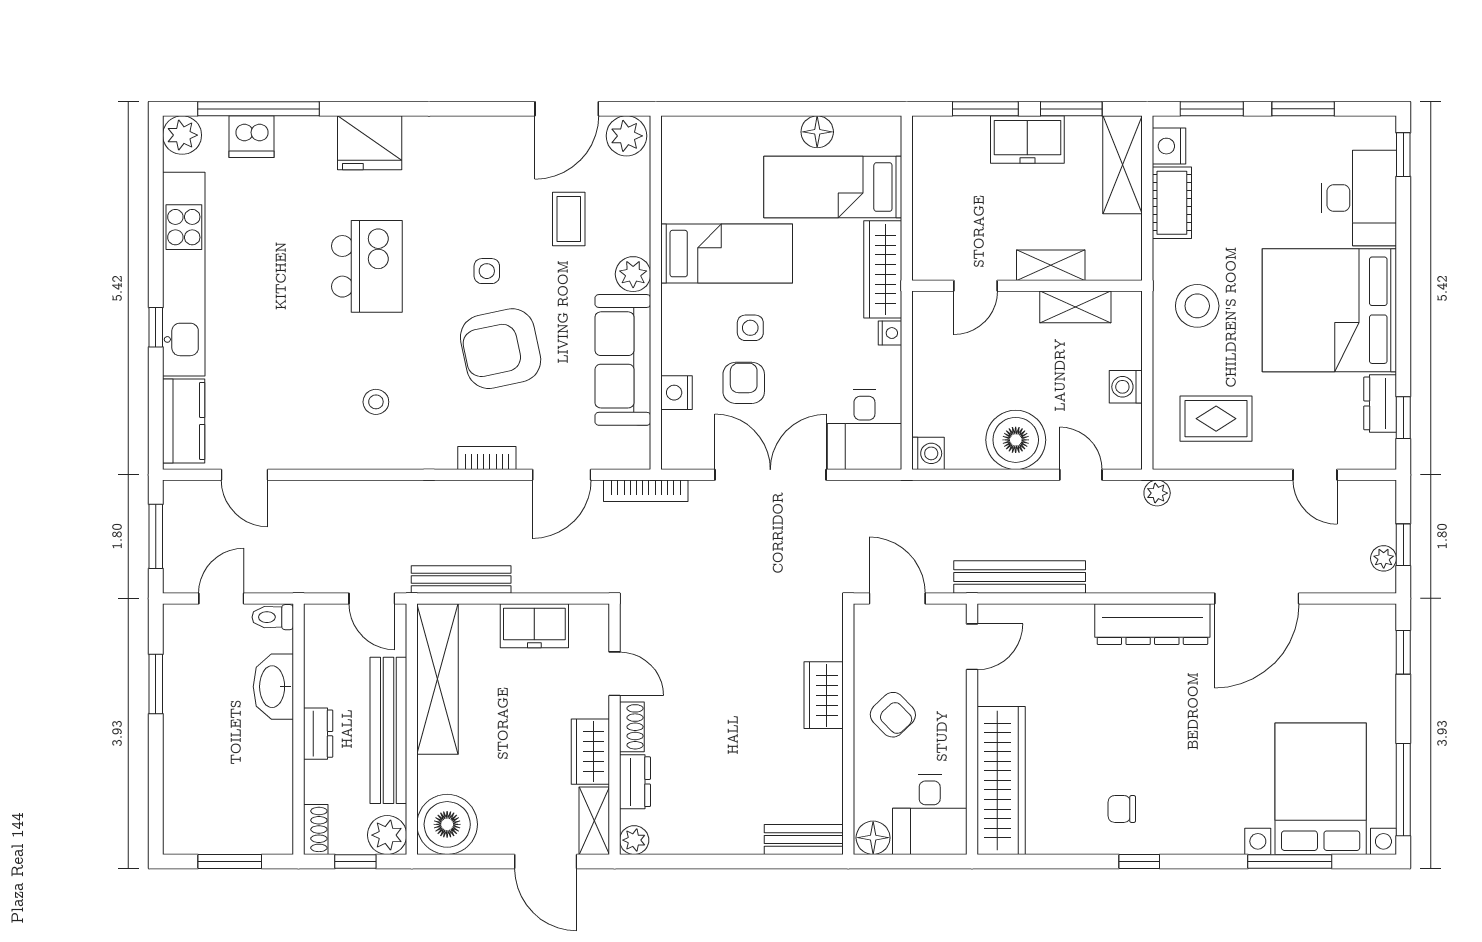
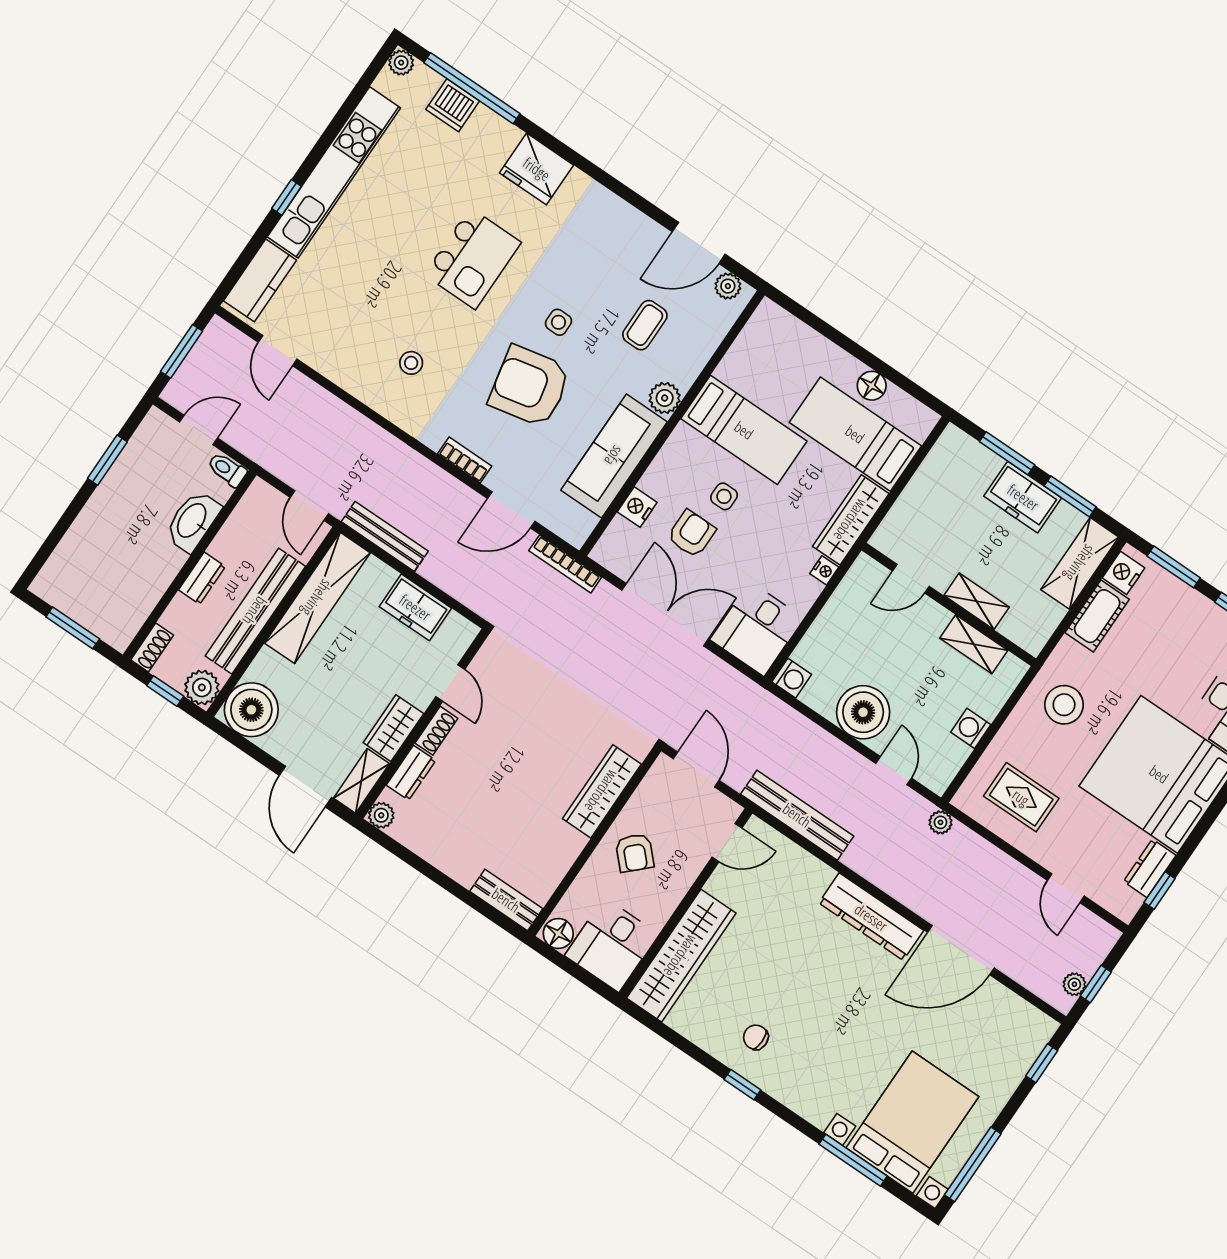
plant: (182, 135) -> (401, 63), width x0.73, depth x0.73
plant: (626, 136) -> (728, 286), width x0.73, depth x0.73
wardrobe: (824, 695) -> (602, 791), width x1.50

